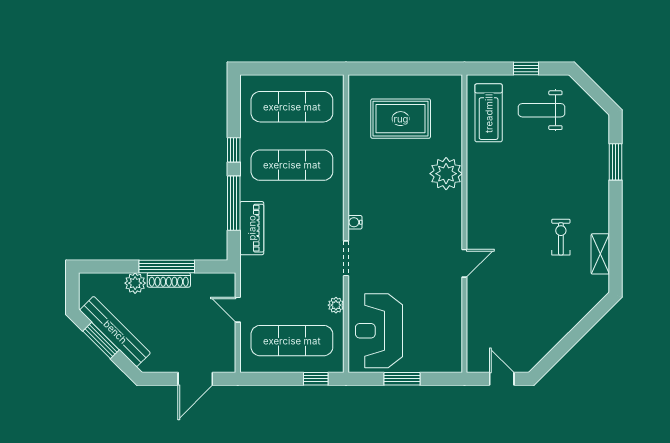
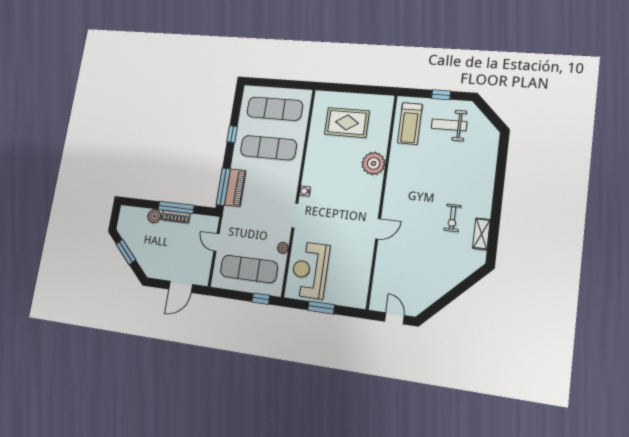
window: (616, 162) -> (501, 167), removed
window: (234, 203) -> (223, 187), moved
exercise bike: (561, 237) -> (452, 218), turned 180
bench: (115, 332) -> (136, 247), removed

